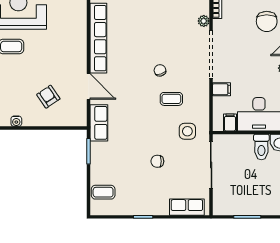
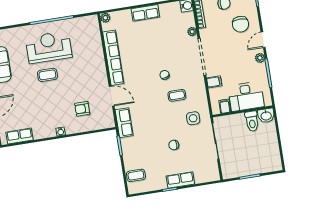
armchair: (48, 97) -> (82, 109), turned -56
row of seats: (187, 207) -> (180, 180), moved

